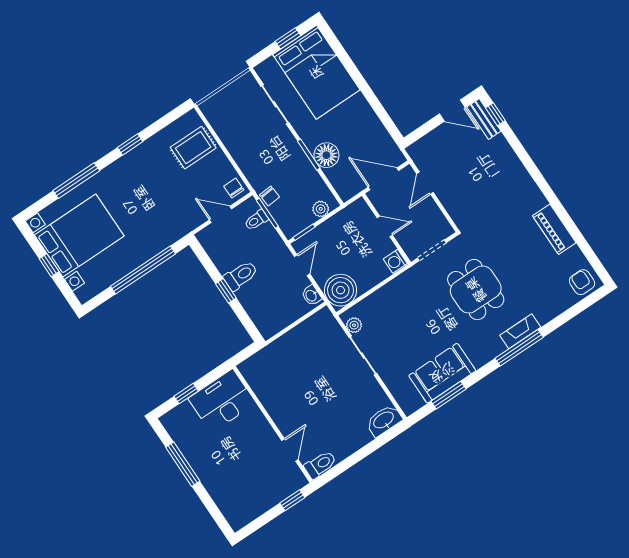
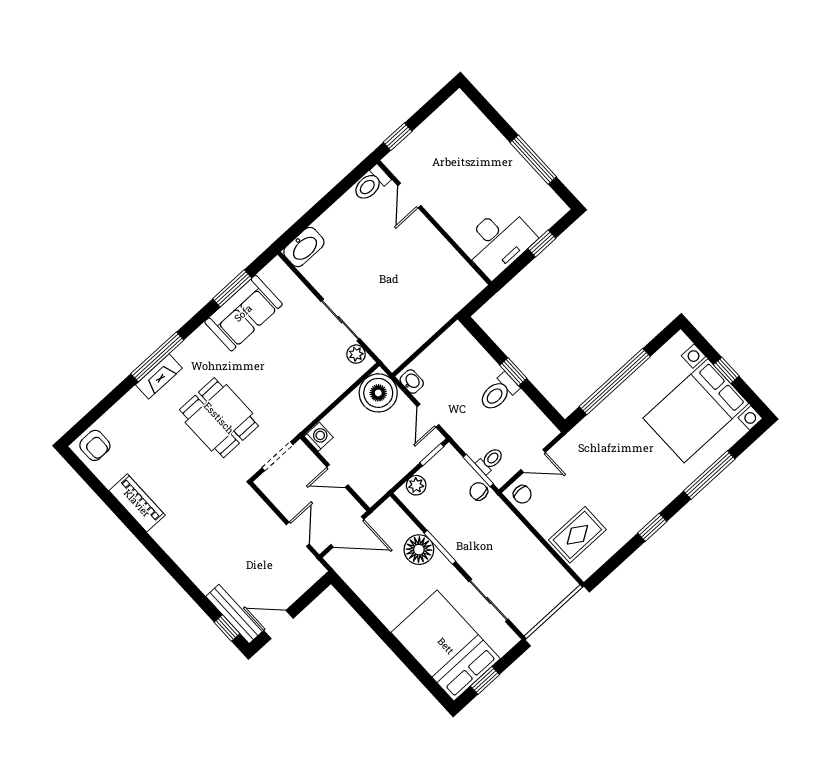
bench: (484, 119) -> (234, 614), width x1.36

